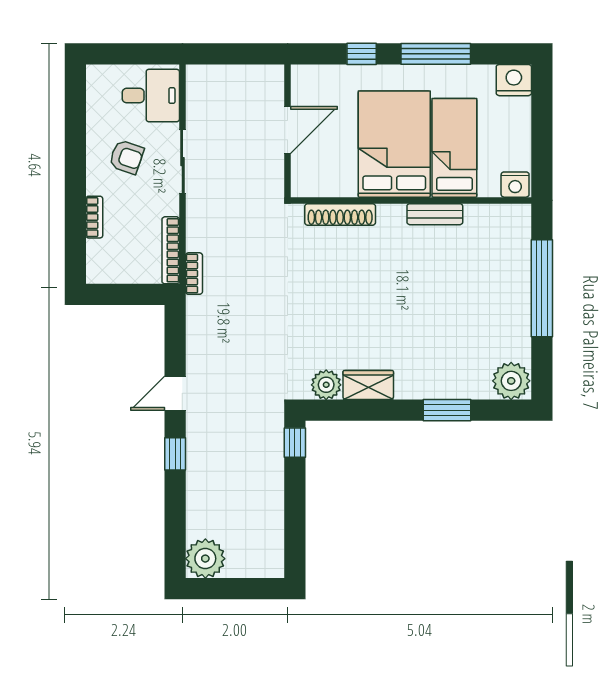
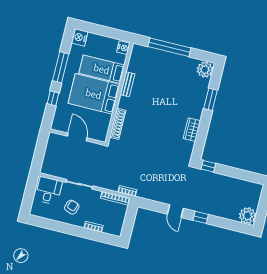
plant: (326, 385) -> (187, 147), removed

